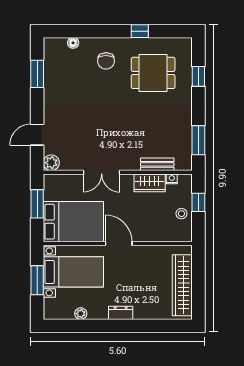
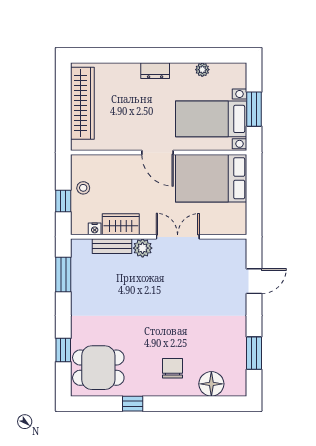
floor lamp: (73, 43) -> (211, 384), width x1.89, depth x1.89
dining table: (153, 73) -> (98, 368), moved
plant: (51, 163) -> (143, 248), moved
window: (37, 204) -> (254, 199), removed

